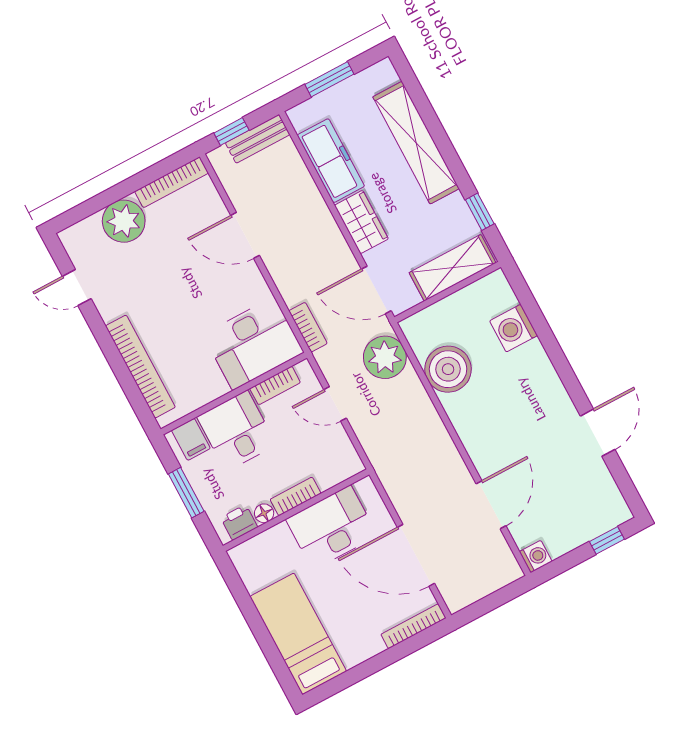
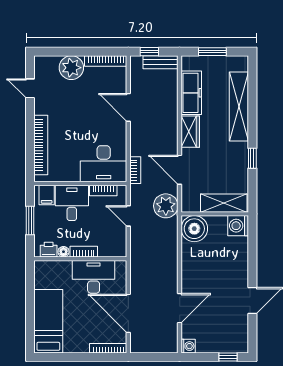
shelving: (453, 268) -> (224, 203), moved
wall: (448, 292) -> (215, 214), moved

